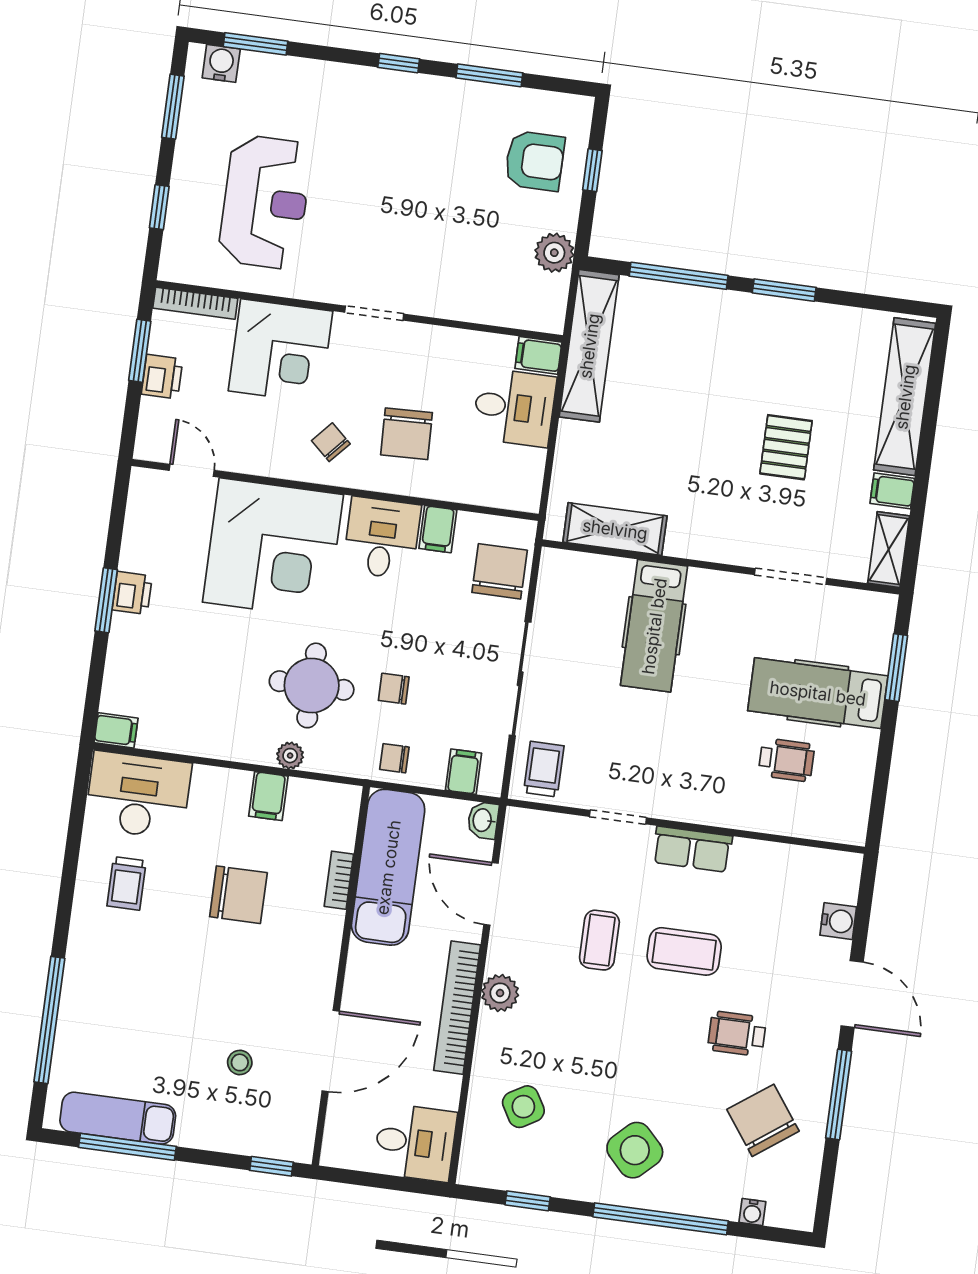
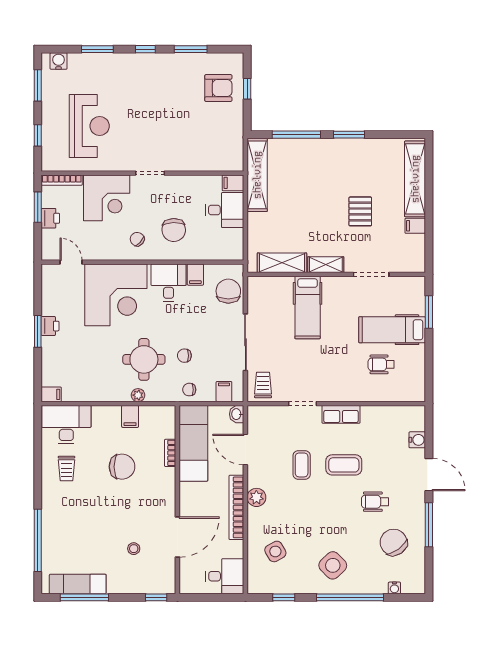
window: (256, 44) -> (97, 49), moved
plant: (554, 253) -> (234, 132), removed
shelving: (889, 550) -> (326, 265), moved, turned 90
wheelchair: (786, 760) -> (381, 364), turned 180

